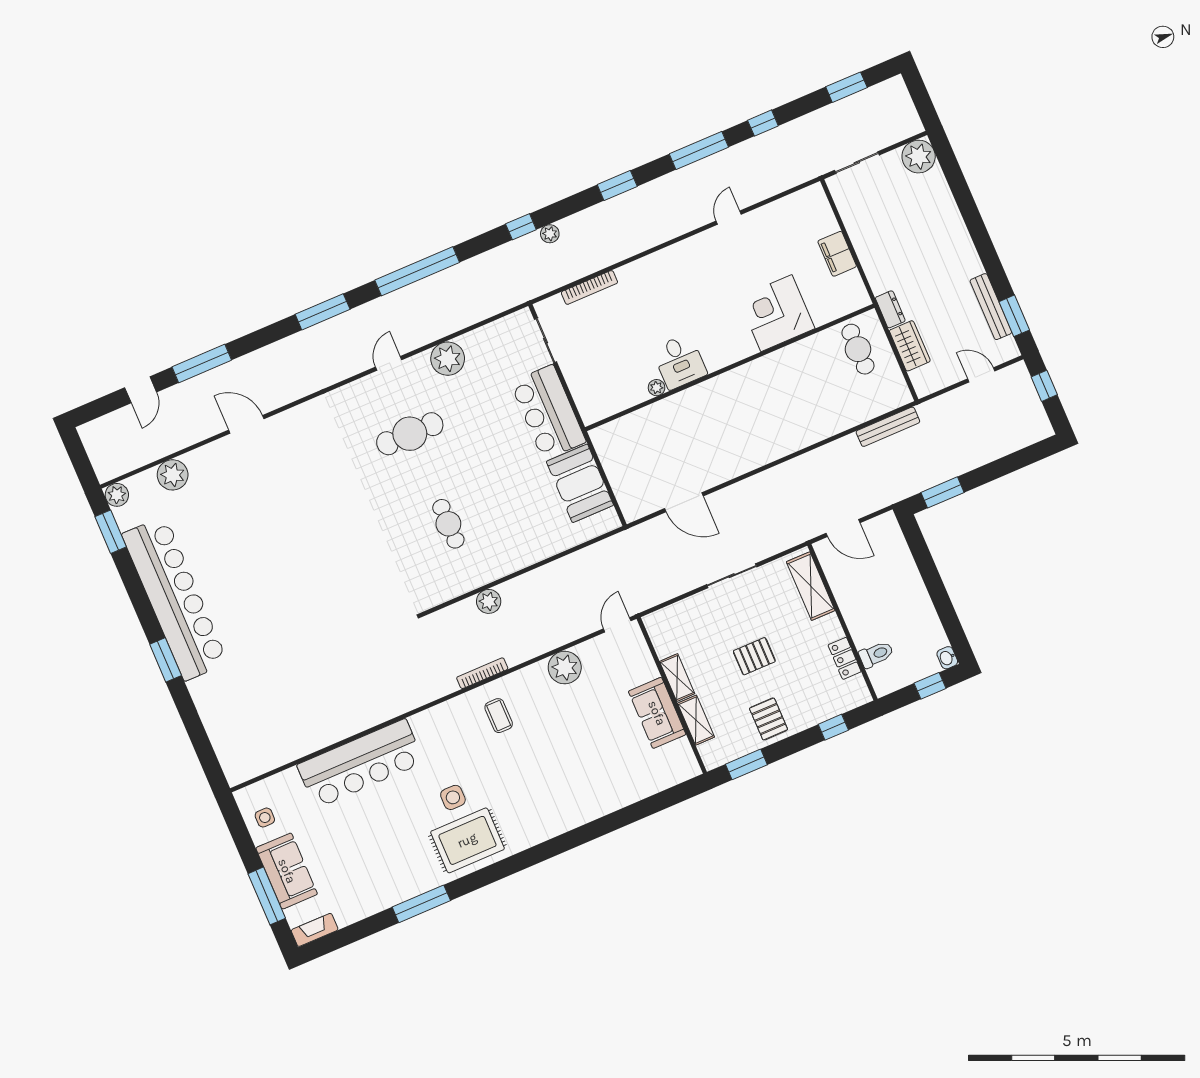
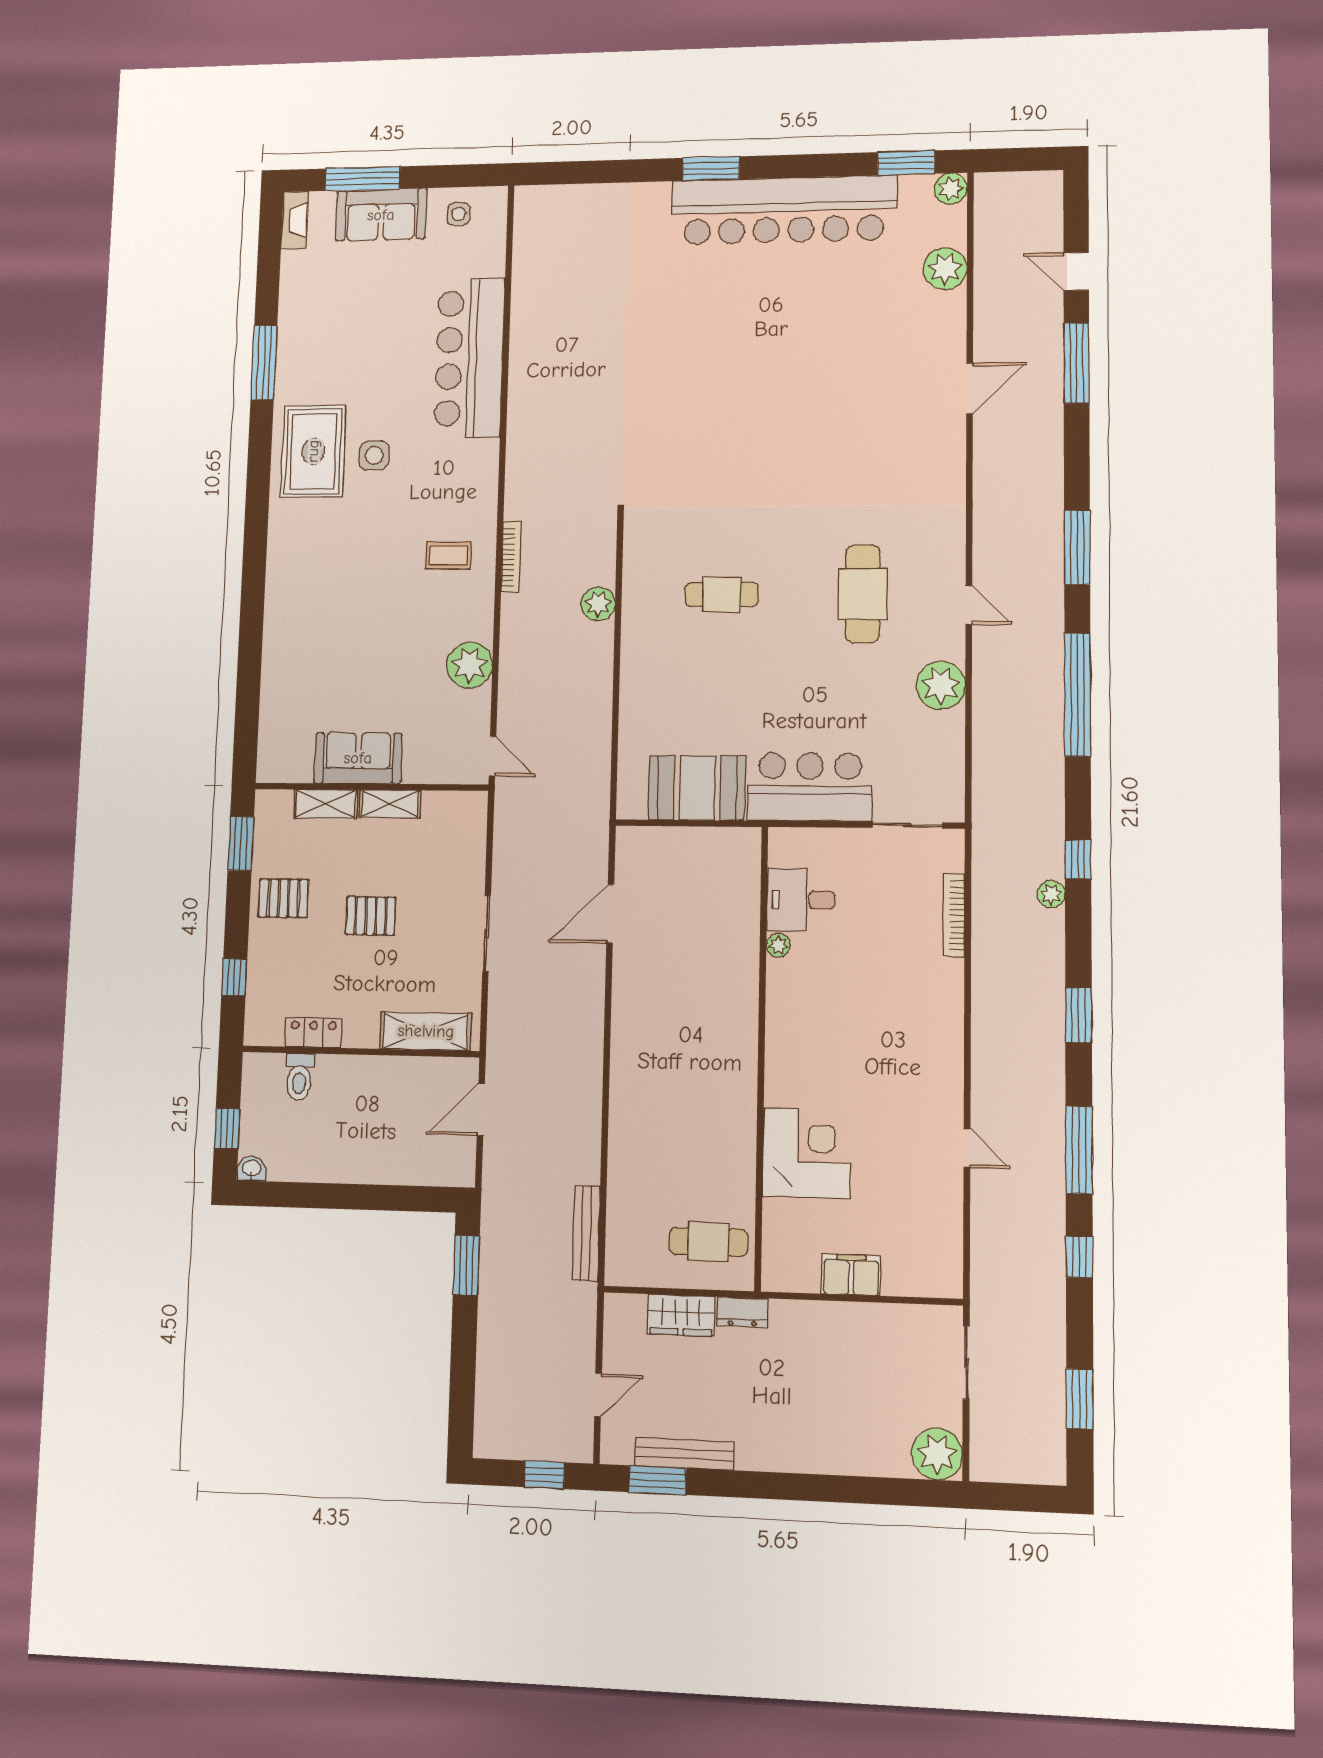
desk: (679, 362) -> (801, 900), moved
pallet: (754, 656) -> (371, 916), turned 90

